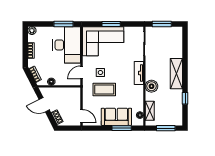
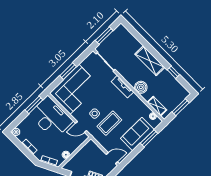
door: (81, 72) -> (81, 127), hinge flipped

